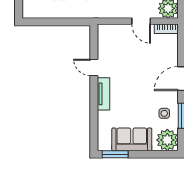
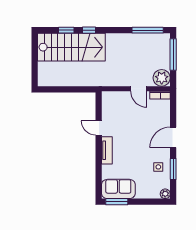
sofa: (132, 139) -> (118, 189), moved
plant: (167, 140) -> (165, 194), width x0.53, depth x0.53

